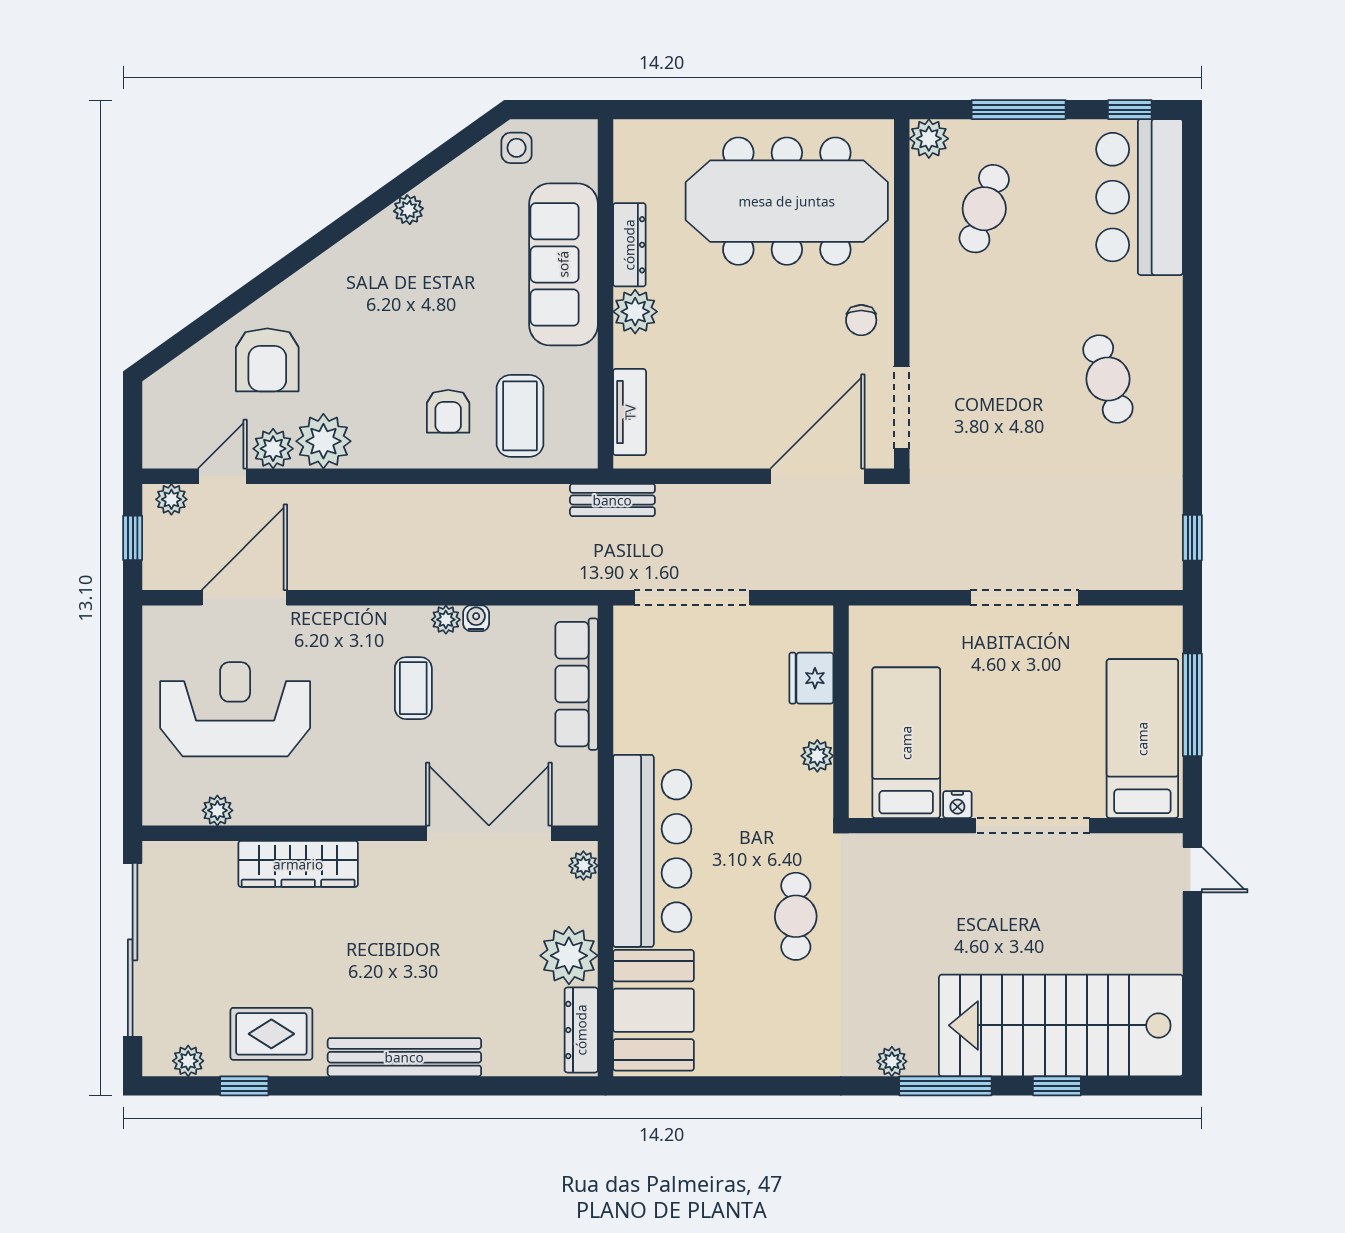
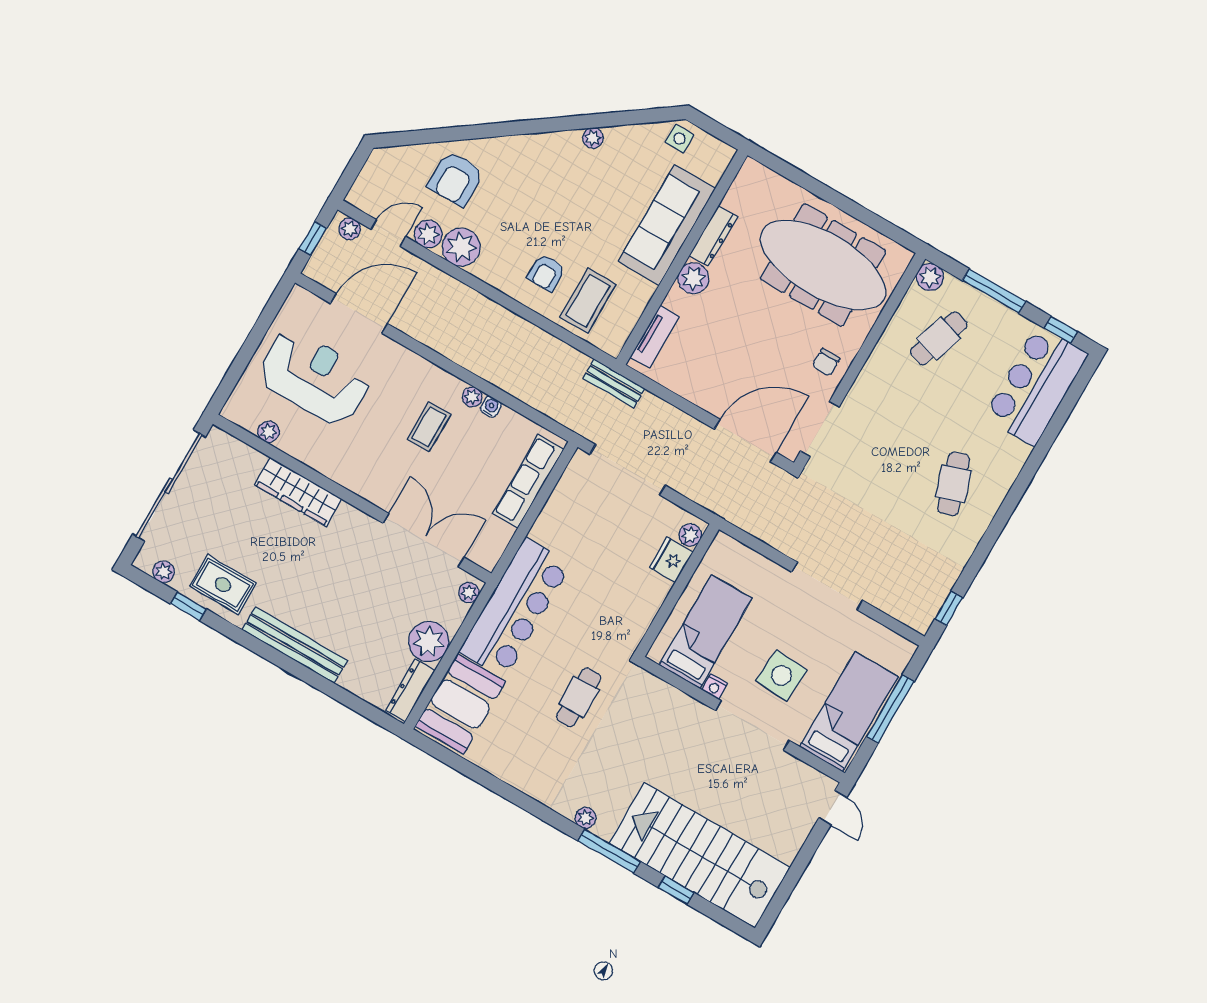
side table: (1033, 742) -> (781, 675), added
plant: (817, 756) -> (690, 535), moved

